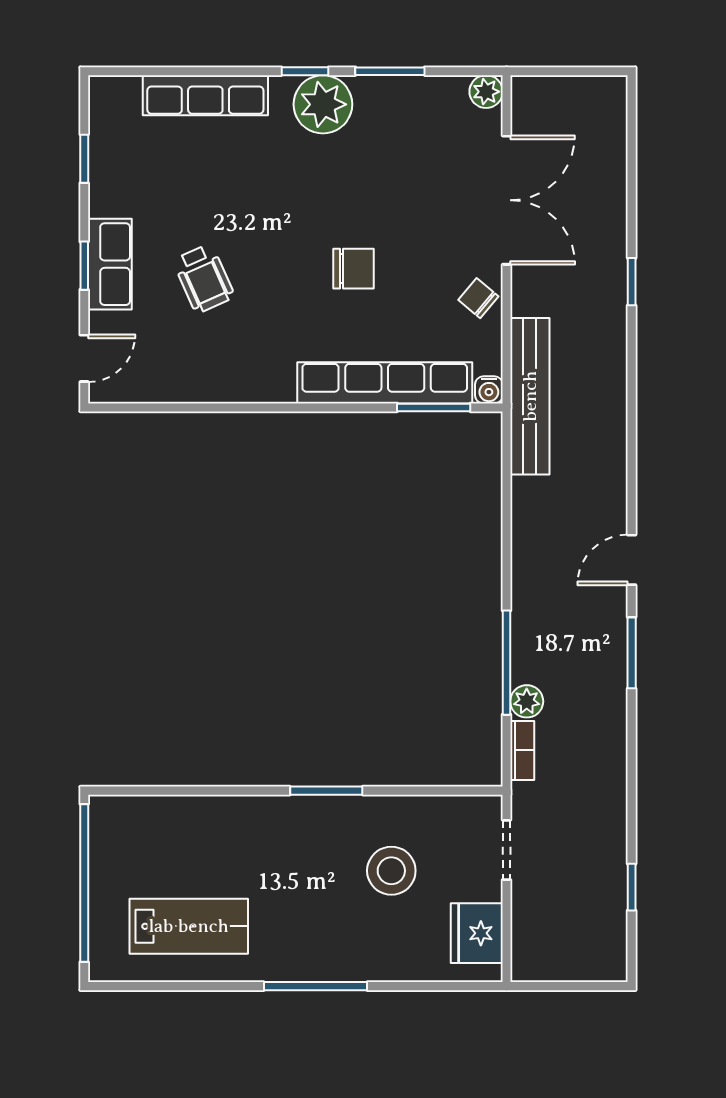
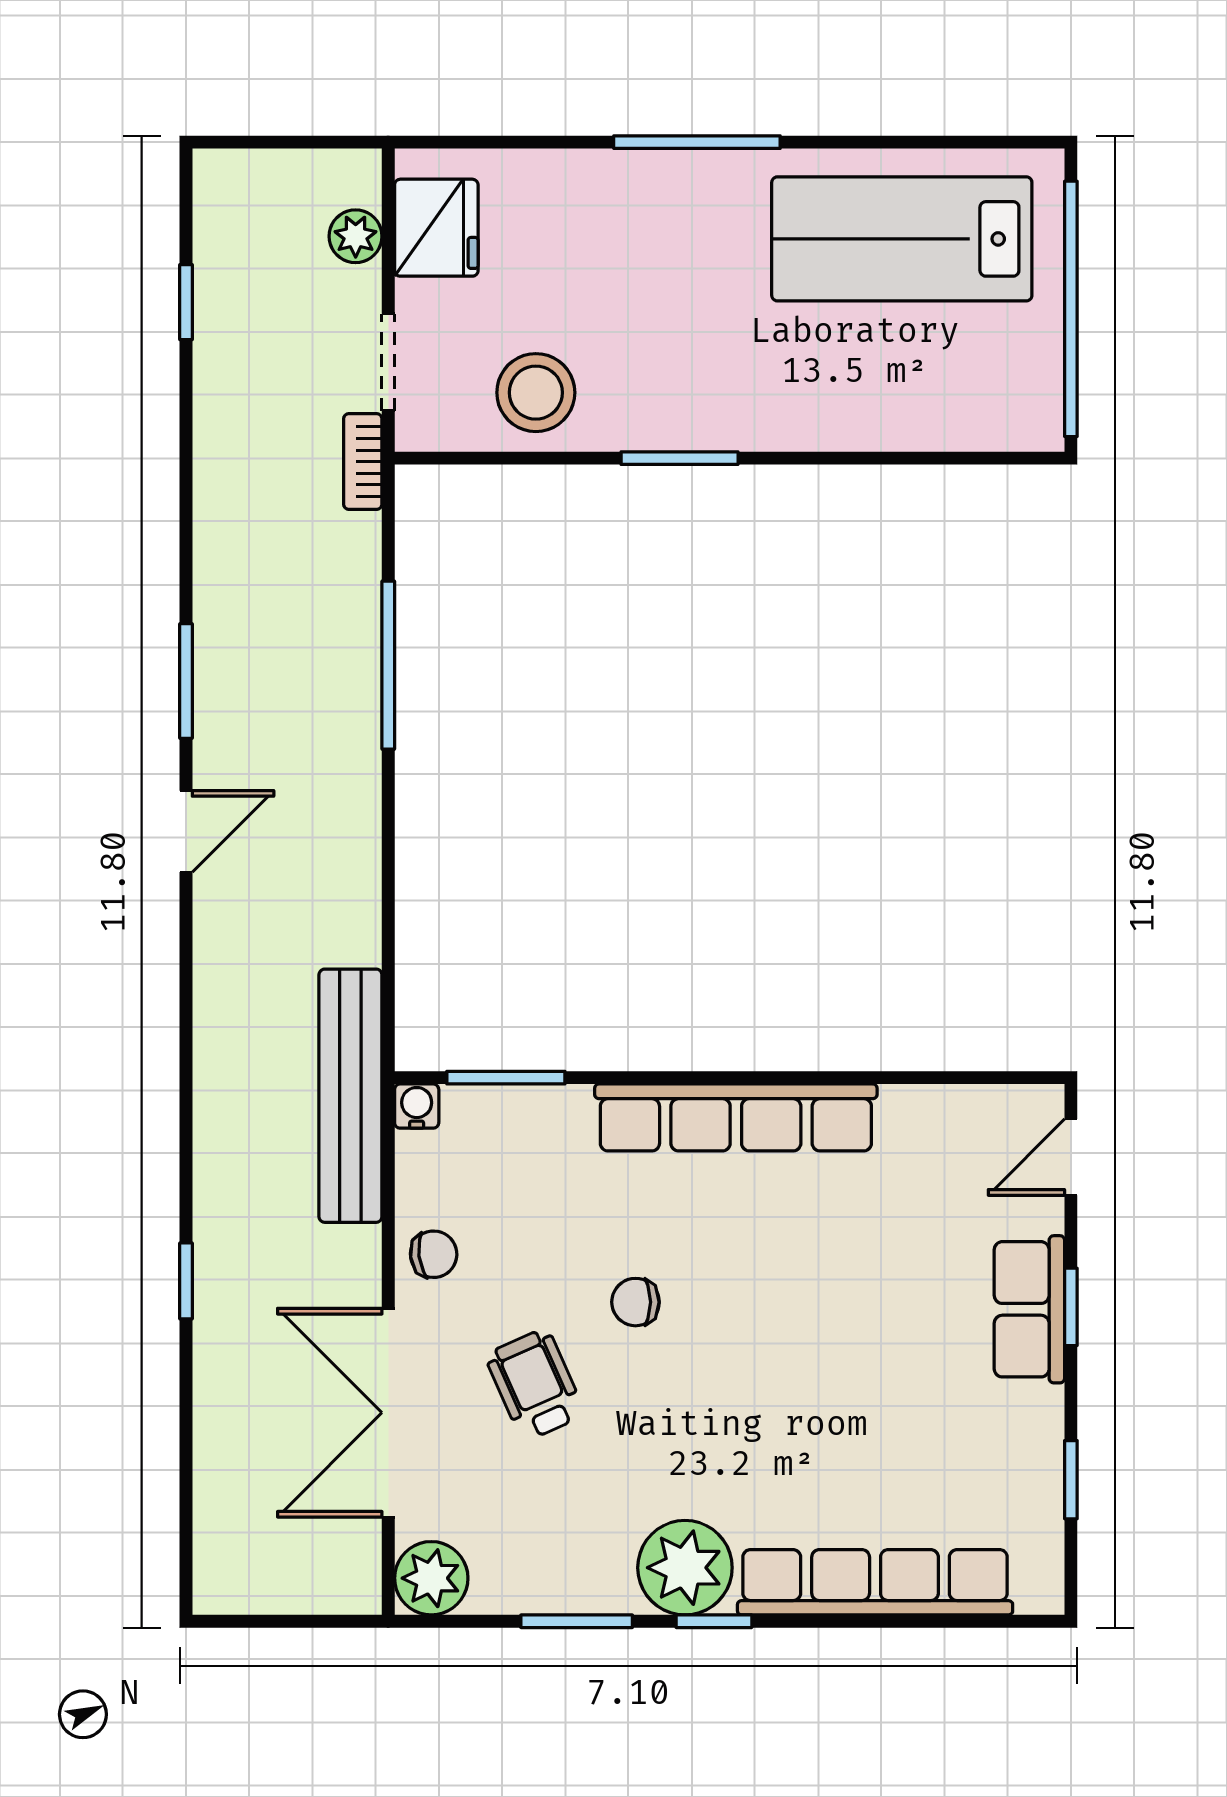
plant: (486, 92) -> (431, 1578), width x1.38, depth x1.38
row of seats: (205, 95) -> (875, 1582), width x1.36
chair: (354, 269) -> (635, 1302), width x0.73, depth x0.73
wheelchair: (204, 278) -> (535, 1385), moved
chair: (478, 298) -> (434, 1254), turned -47
row of seats: (385, 383) -> (736, 1117), moved
plant: (527, 701) -> (356, 236), moved
bookcase: (522, 750) -> (363, 462), moved
stool: (391, 871) -> (536, 393), moved
lab bench: (189, 926) -> (902, 239), width x1.36, depth x1.39

